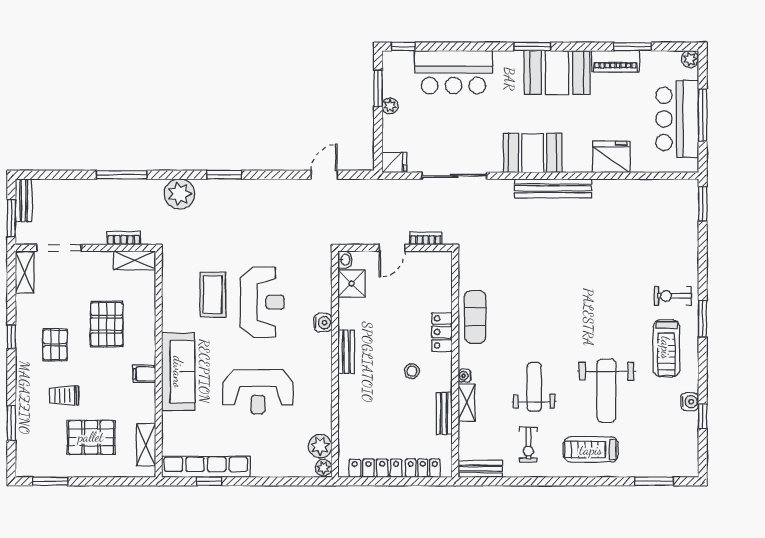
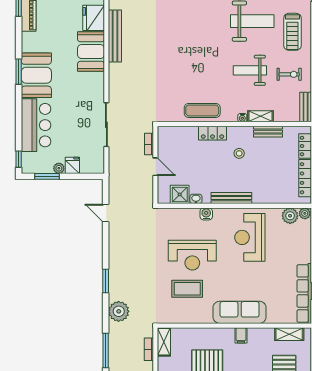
booth: (557, 73) -> (36, 75), moved
booth: (533, 153) -> (91, 52), moved
fridge: (394, 162) -> (72, 165), moved
bench: (553, 188) -> (115, 36), moved
washbasin: (345, 260) -> (196, 199), moved
reception desk: (262, 302) -> (192, 255), turned 180
bench: (346, 352) -> (231, 198), width x1.36
reception desk: (258, 392) -> (250, 237), moved, turned 180

